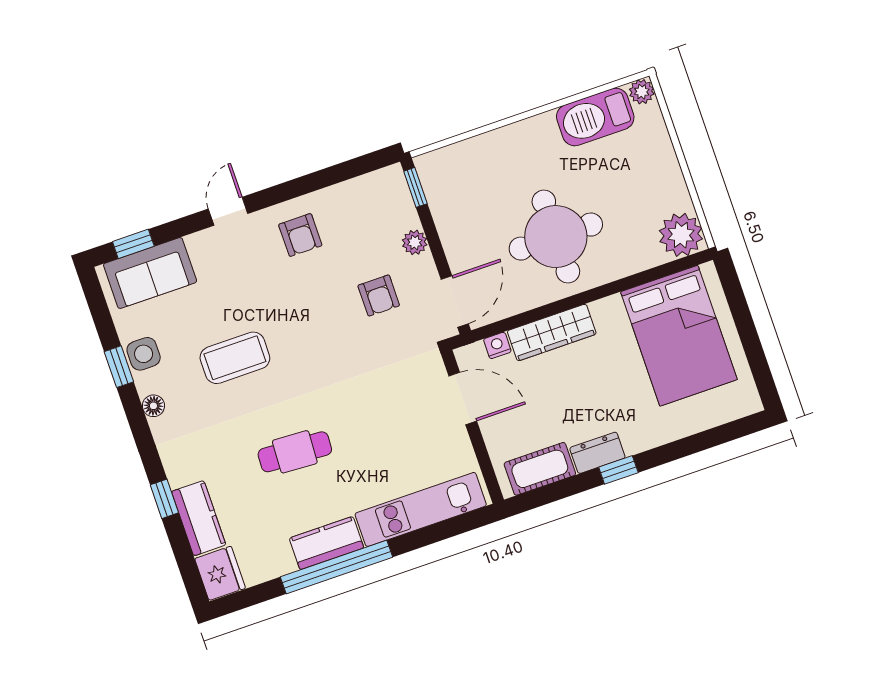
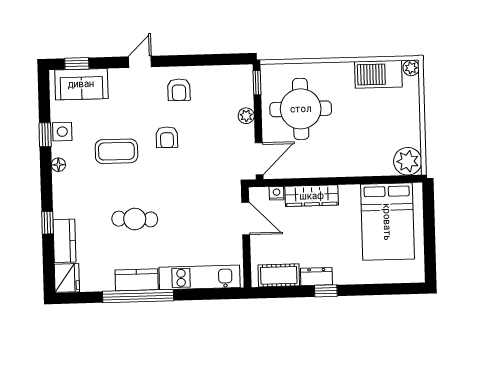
round table: (556, 237) -> (301, 109), moved
armchair: (379, 295) -> (167, 137), moved

